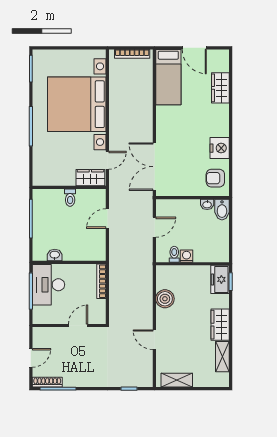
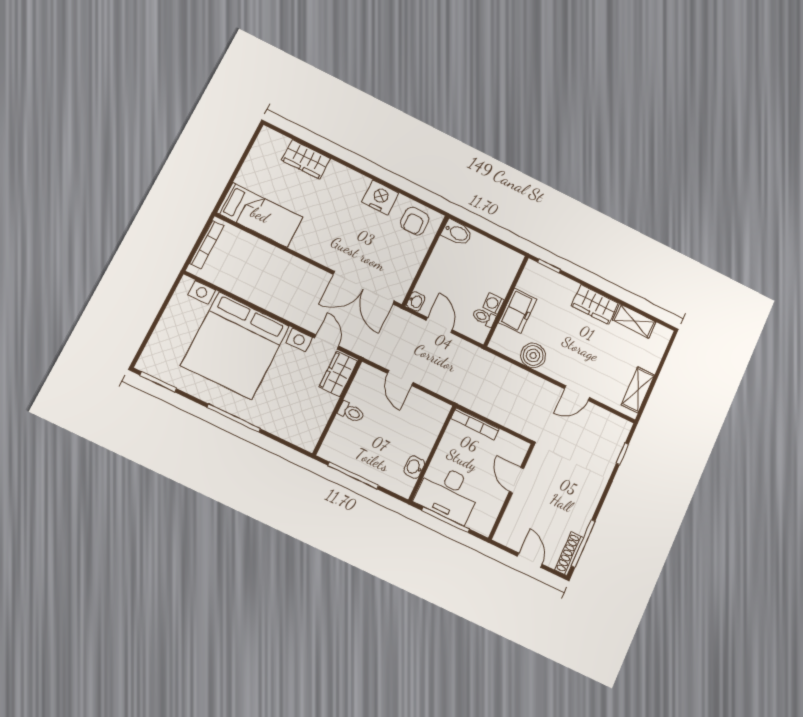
door: (194, 48) -> (239, 165), removed
washbasin: (207, 204) -> (416, 301), moved
freezer: (220, 279) -> (518, 311), moved, turned -90

